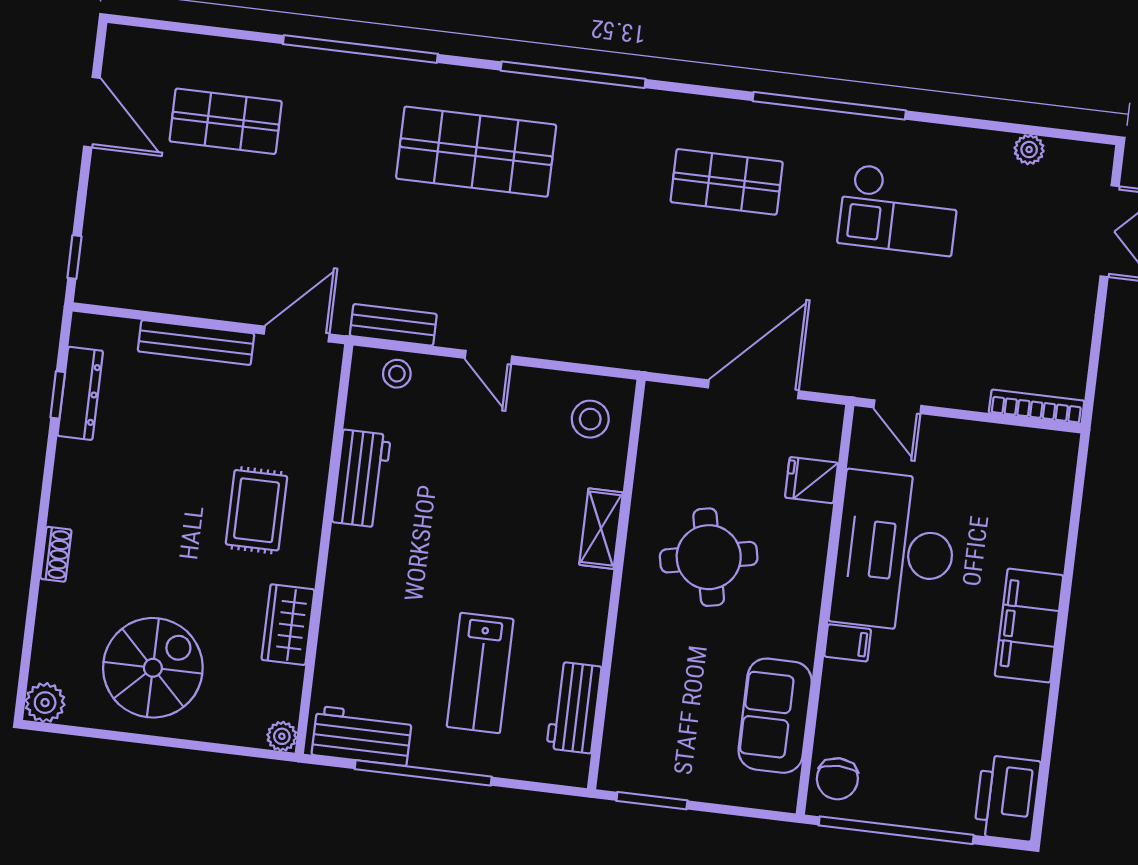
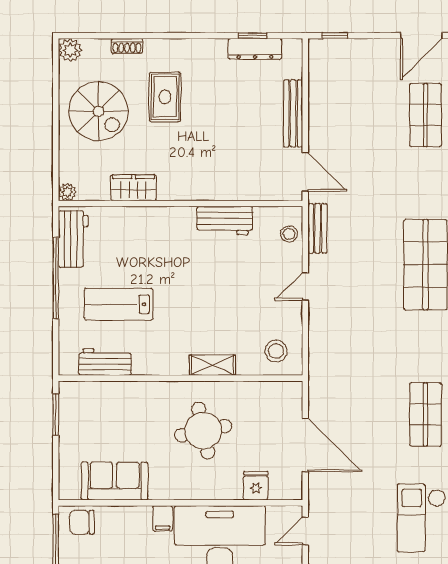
rug: (256, 510) -> (165, 97), moved, turned 90
shoe rack: (56, 554) -> (127, 46), moved

